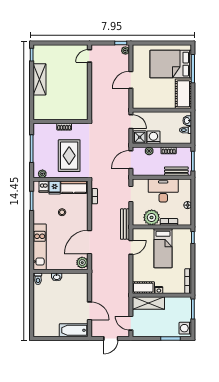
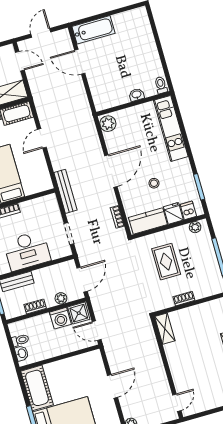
shelving: (83, 109) -> (165, 329), added
rug: (69, 156) -> (166, 262), width x0.73, depth x0.70
plant: (152, 217) -> (32, 210), removed
door: (89, 242) -> (111, 171), moved
door: (131, 247) -> (42, 138), moved

